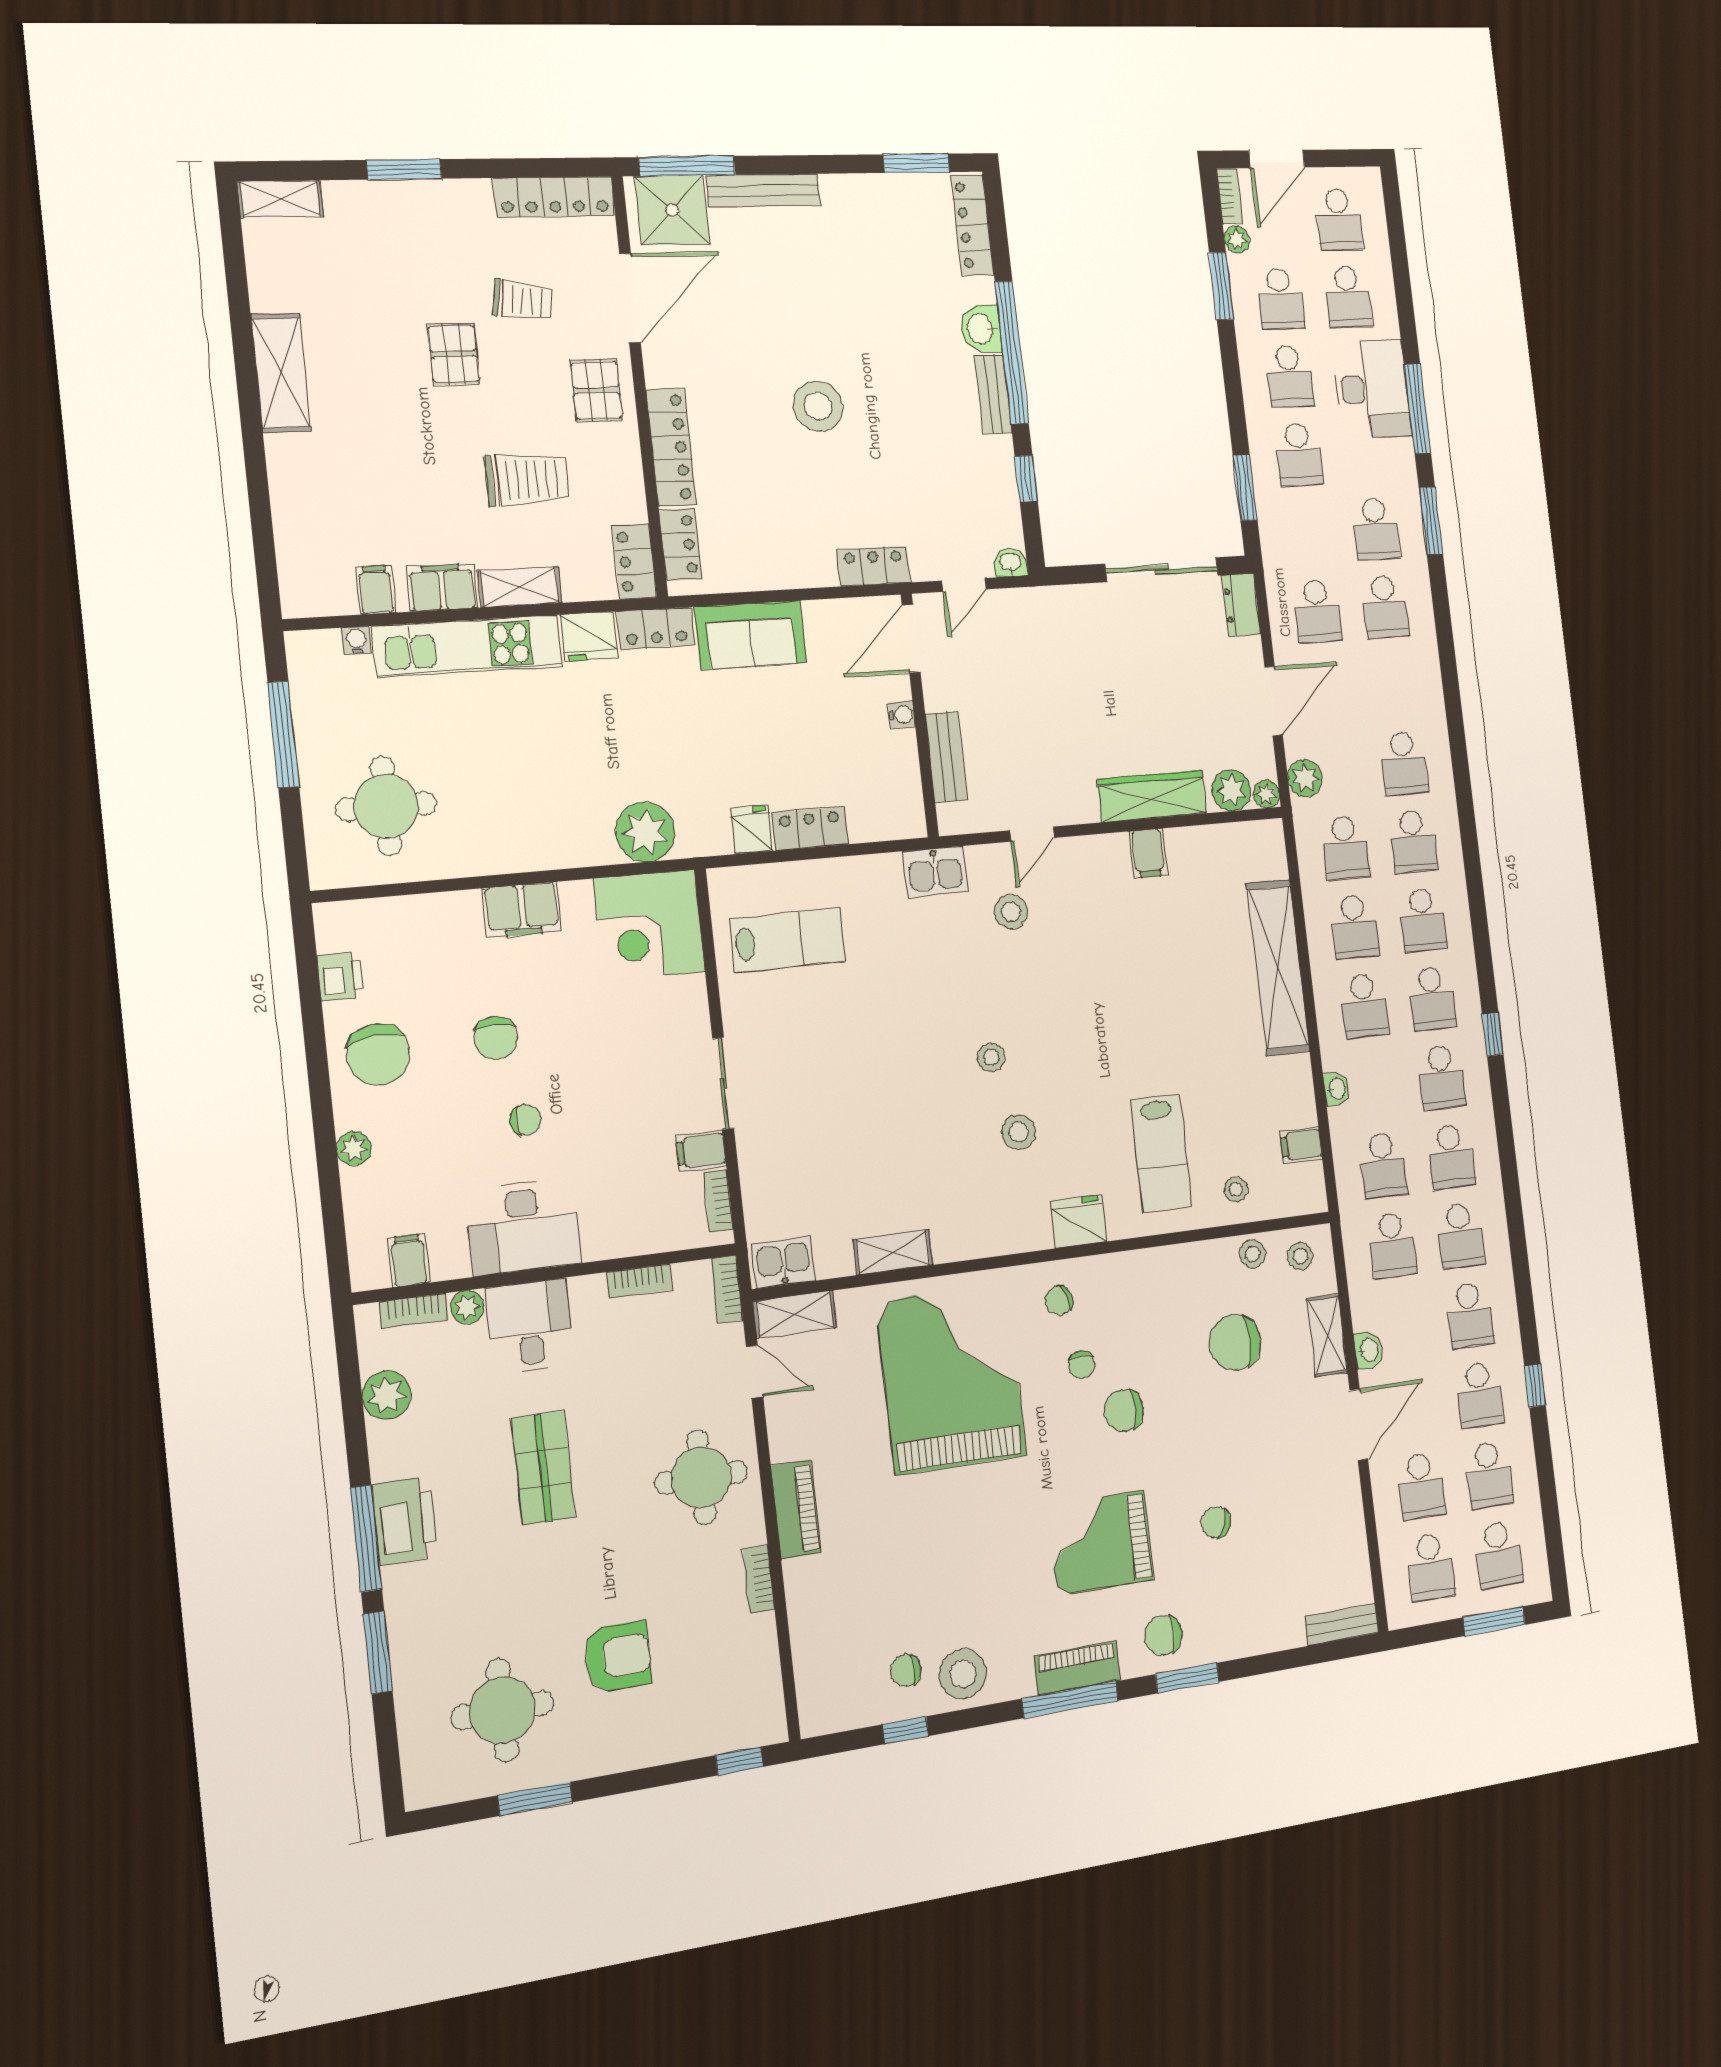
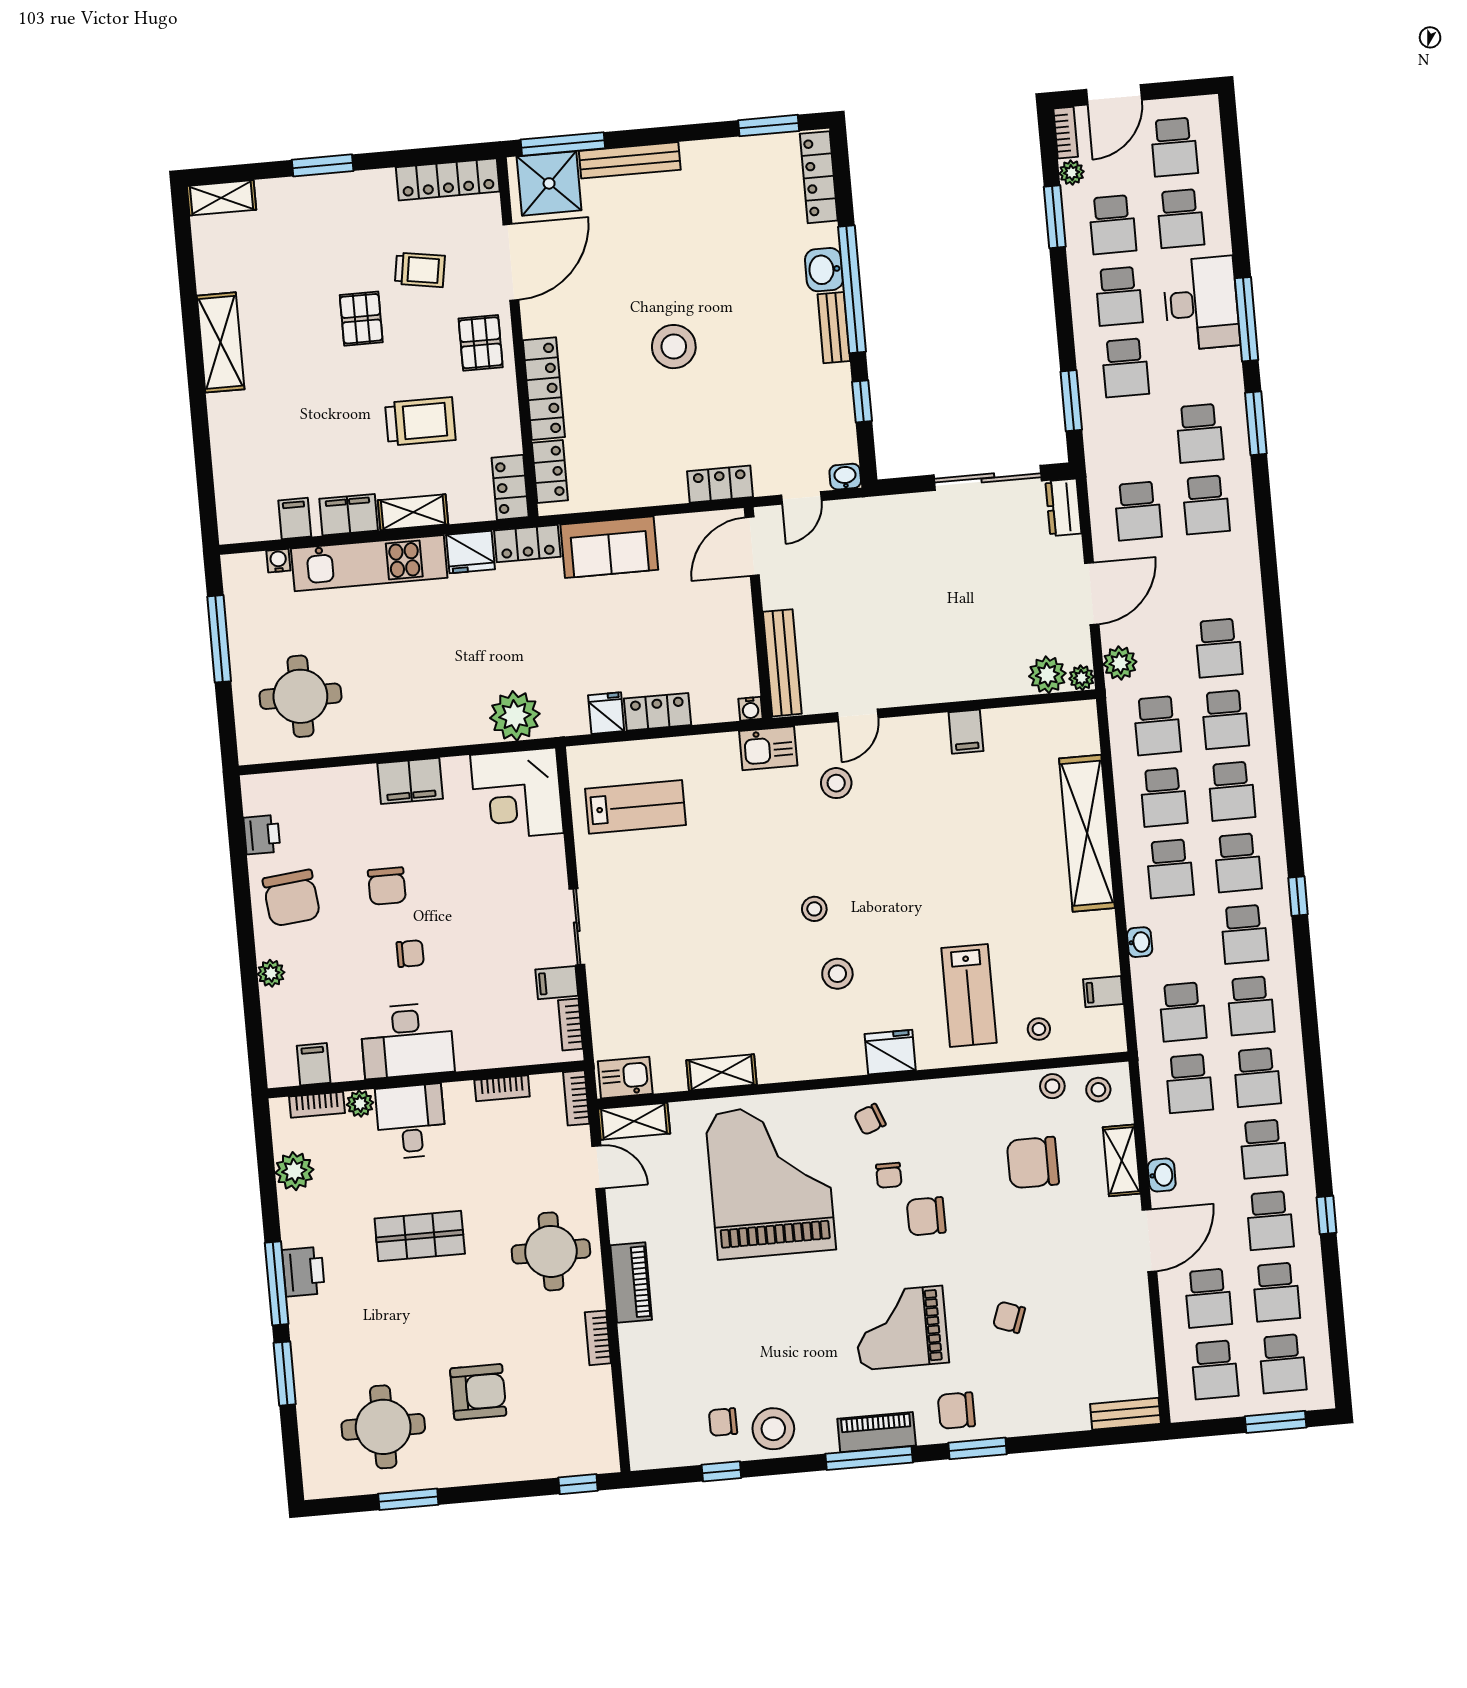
water cooler: (902, 715) -> (750, 709), moved, turned 90
bench: (946, 757) -> (782, 663), width x1.36
wardrobe: (1152, 796) -> (971, 681), removed
shop shelf: (543, 1468) -> (420, 1236), turned 90
printer: (405, 1521) -> (303, 1272), width x0.73, depth x0.84

